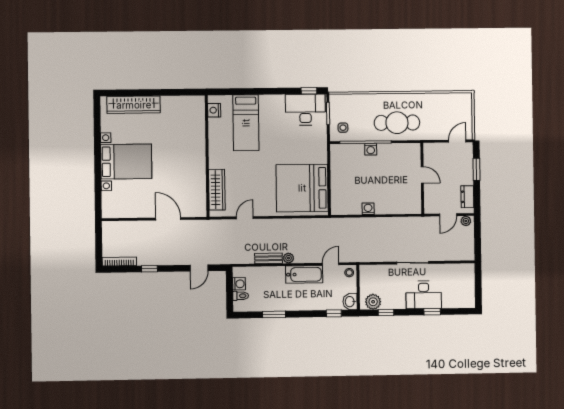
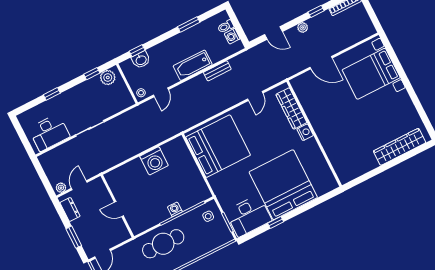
window: (309, 91) -> (276, 223), moved
nightstand: (214, 110) -> (305, 132), moved
bed: (246, 123) -> (283, 185), width x2.04
bed with nightstands: (126, 162) -> (371, 74), moved
washing machine: (368, 209) -> (154, 161), width x1.89, depth x1.89
plant: (288, 258) -> (303, 27), moved
door: (199, 268) -> (274, 33), swing flipped
bathtub: (304, 274) -> (193, 65), moved
desk: (424, 295) -> (49, 133), moved, turned 180
washbasin: (350, 302) -> (141, 60), moved, turned 90

